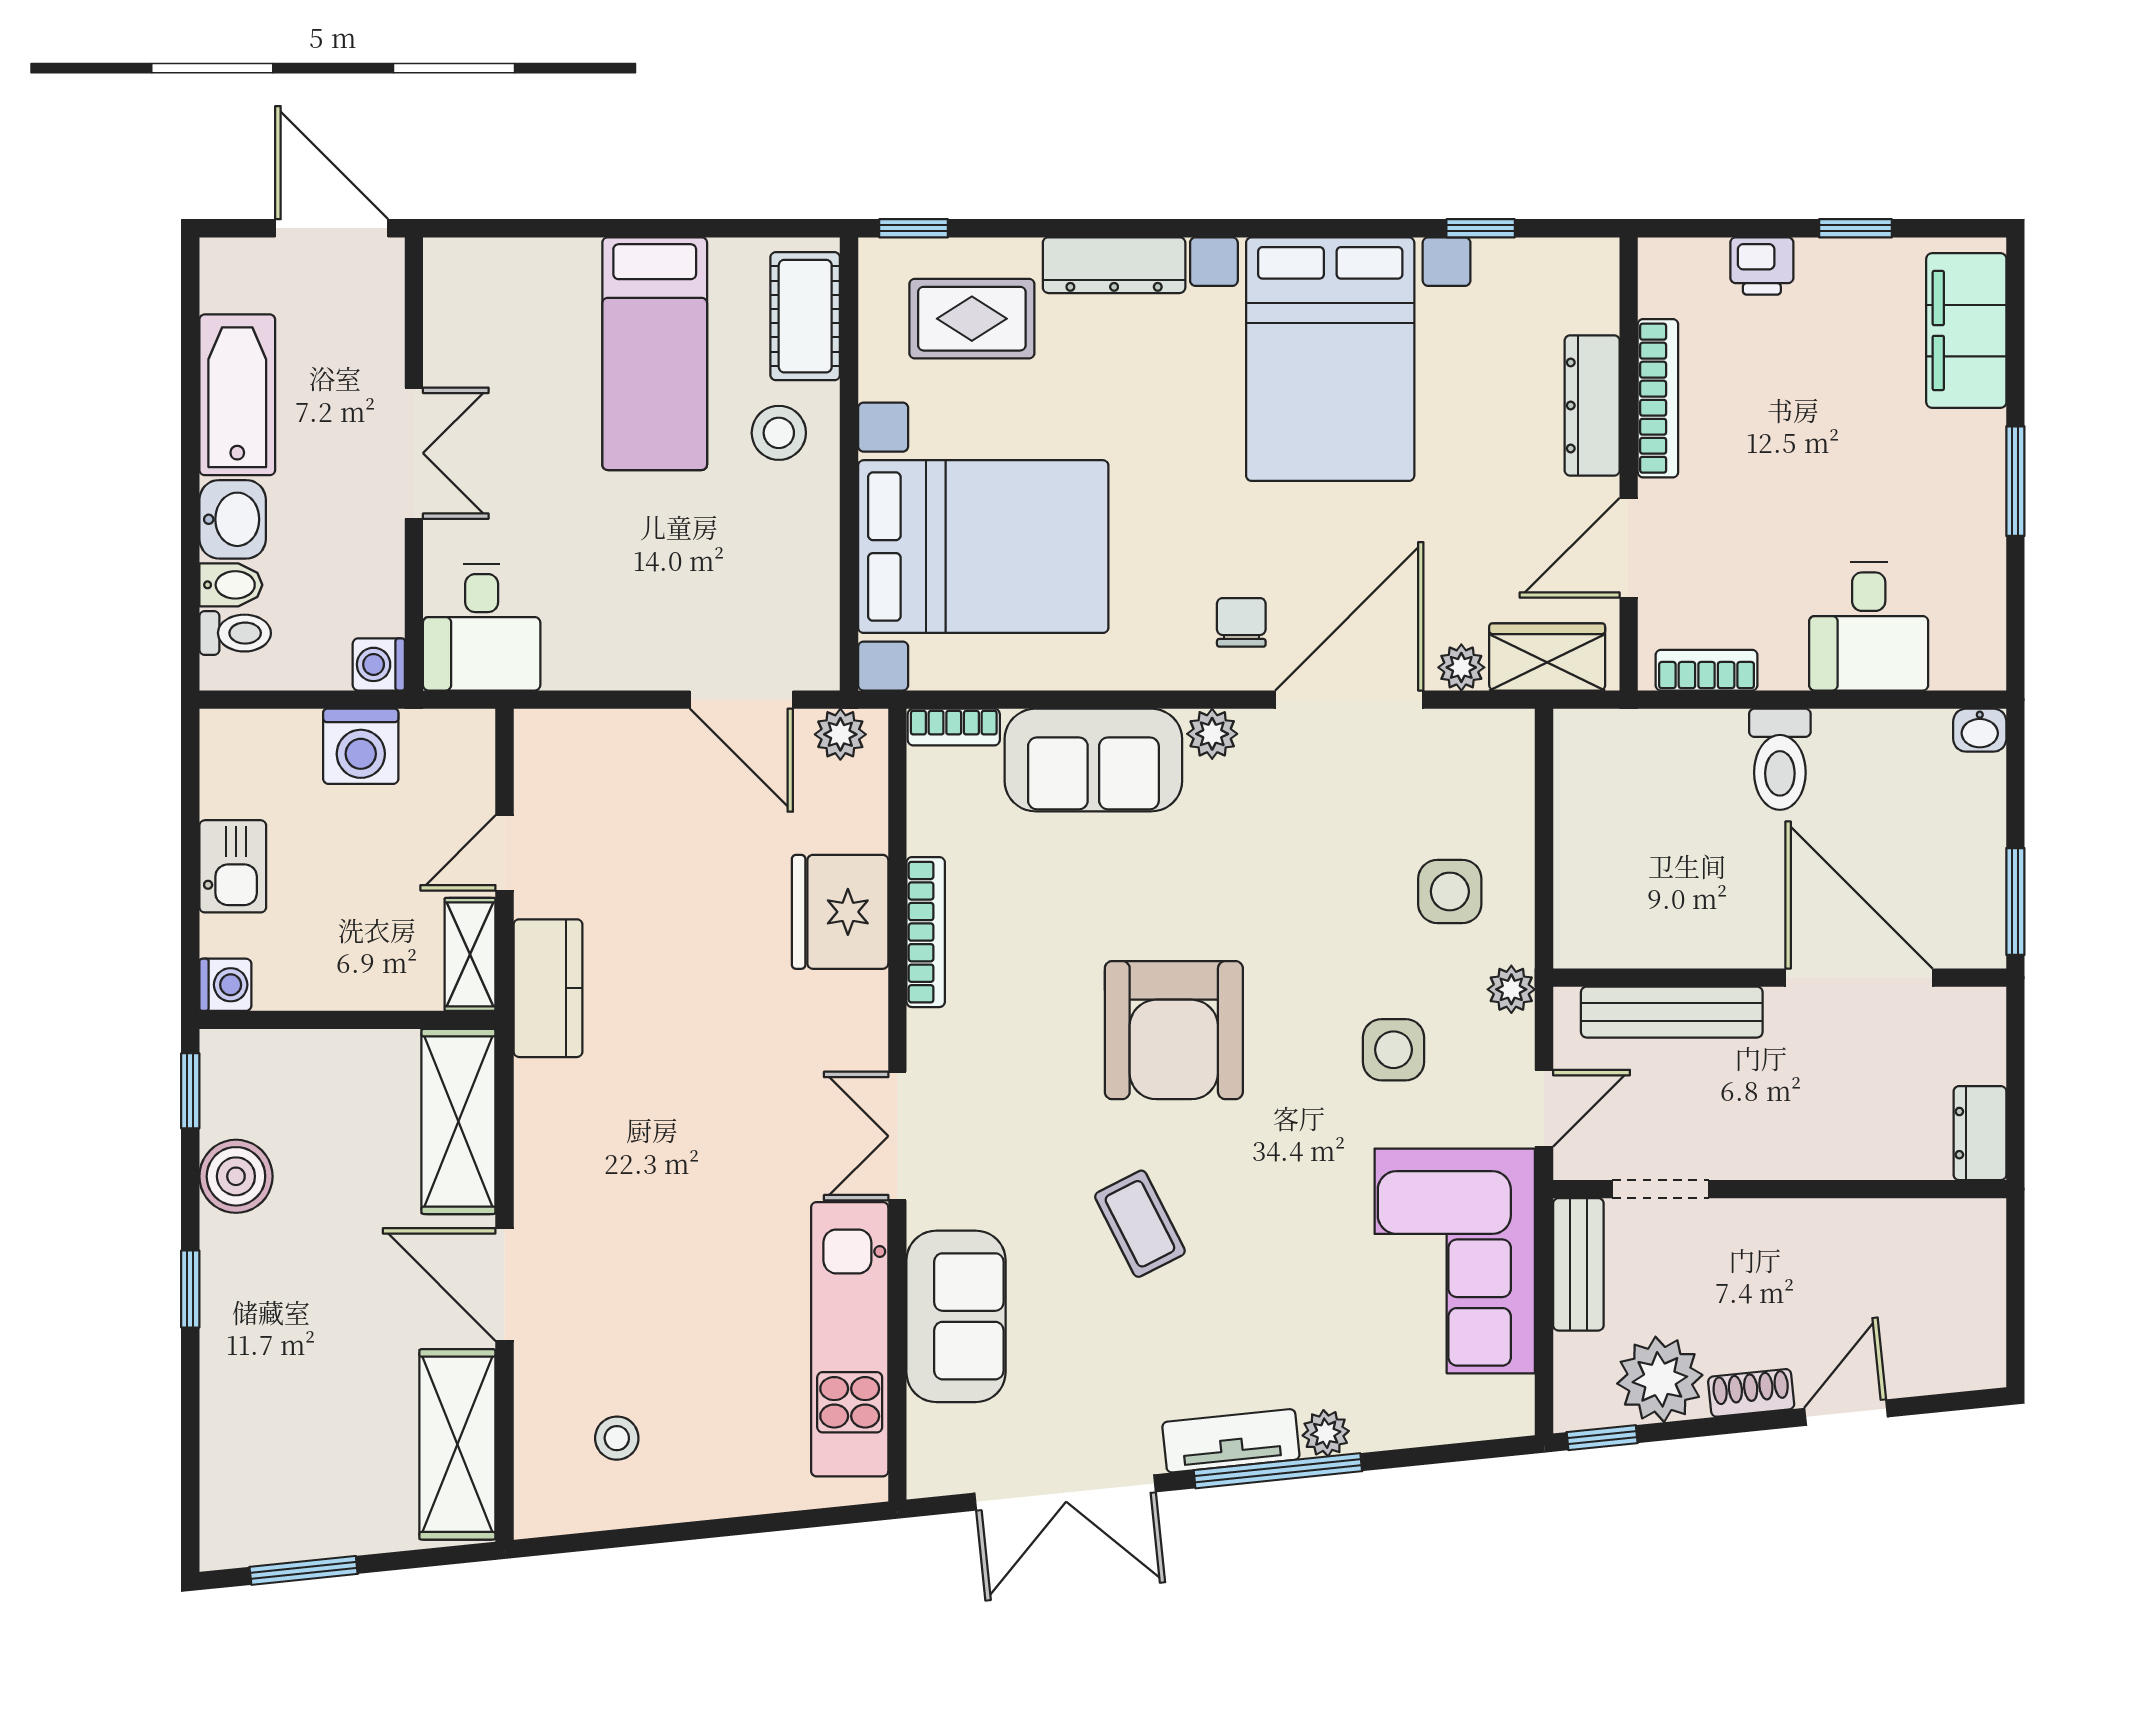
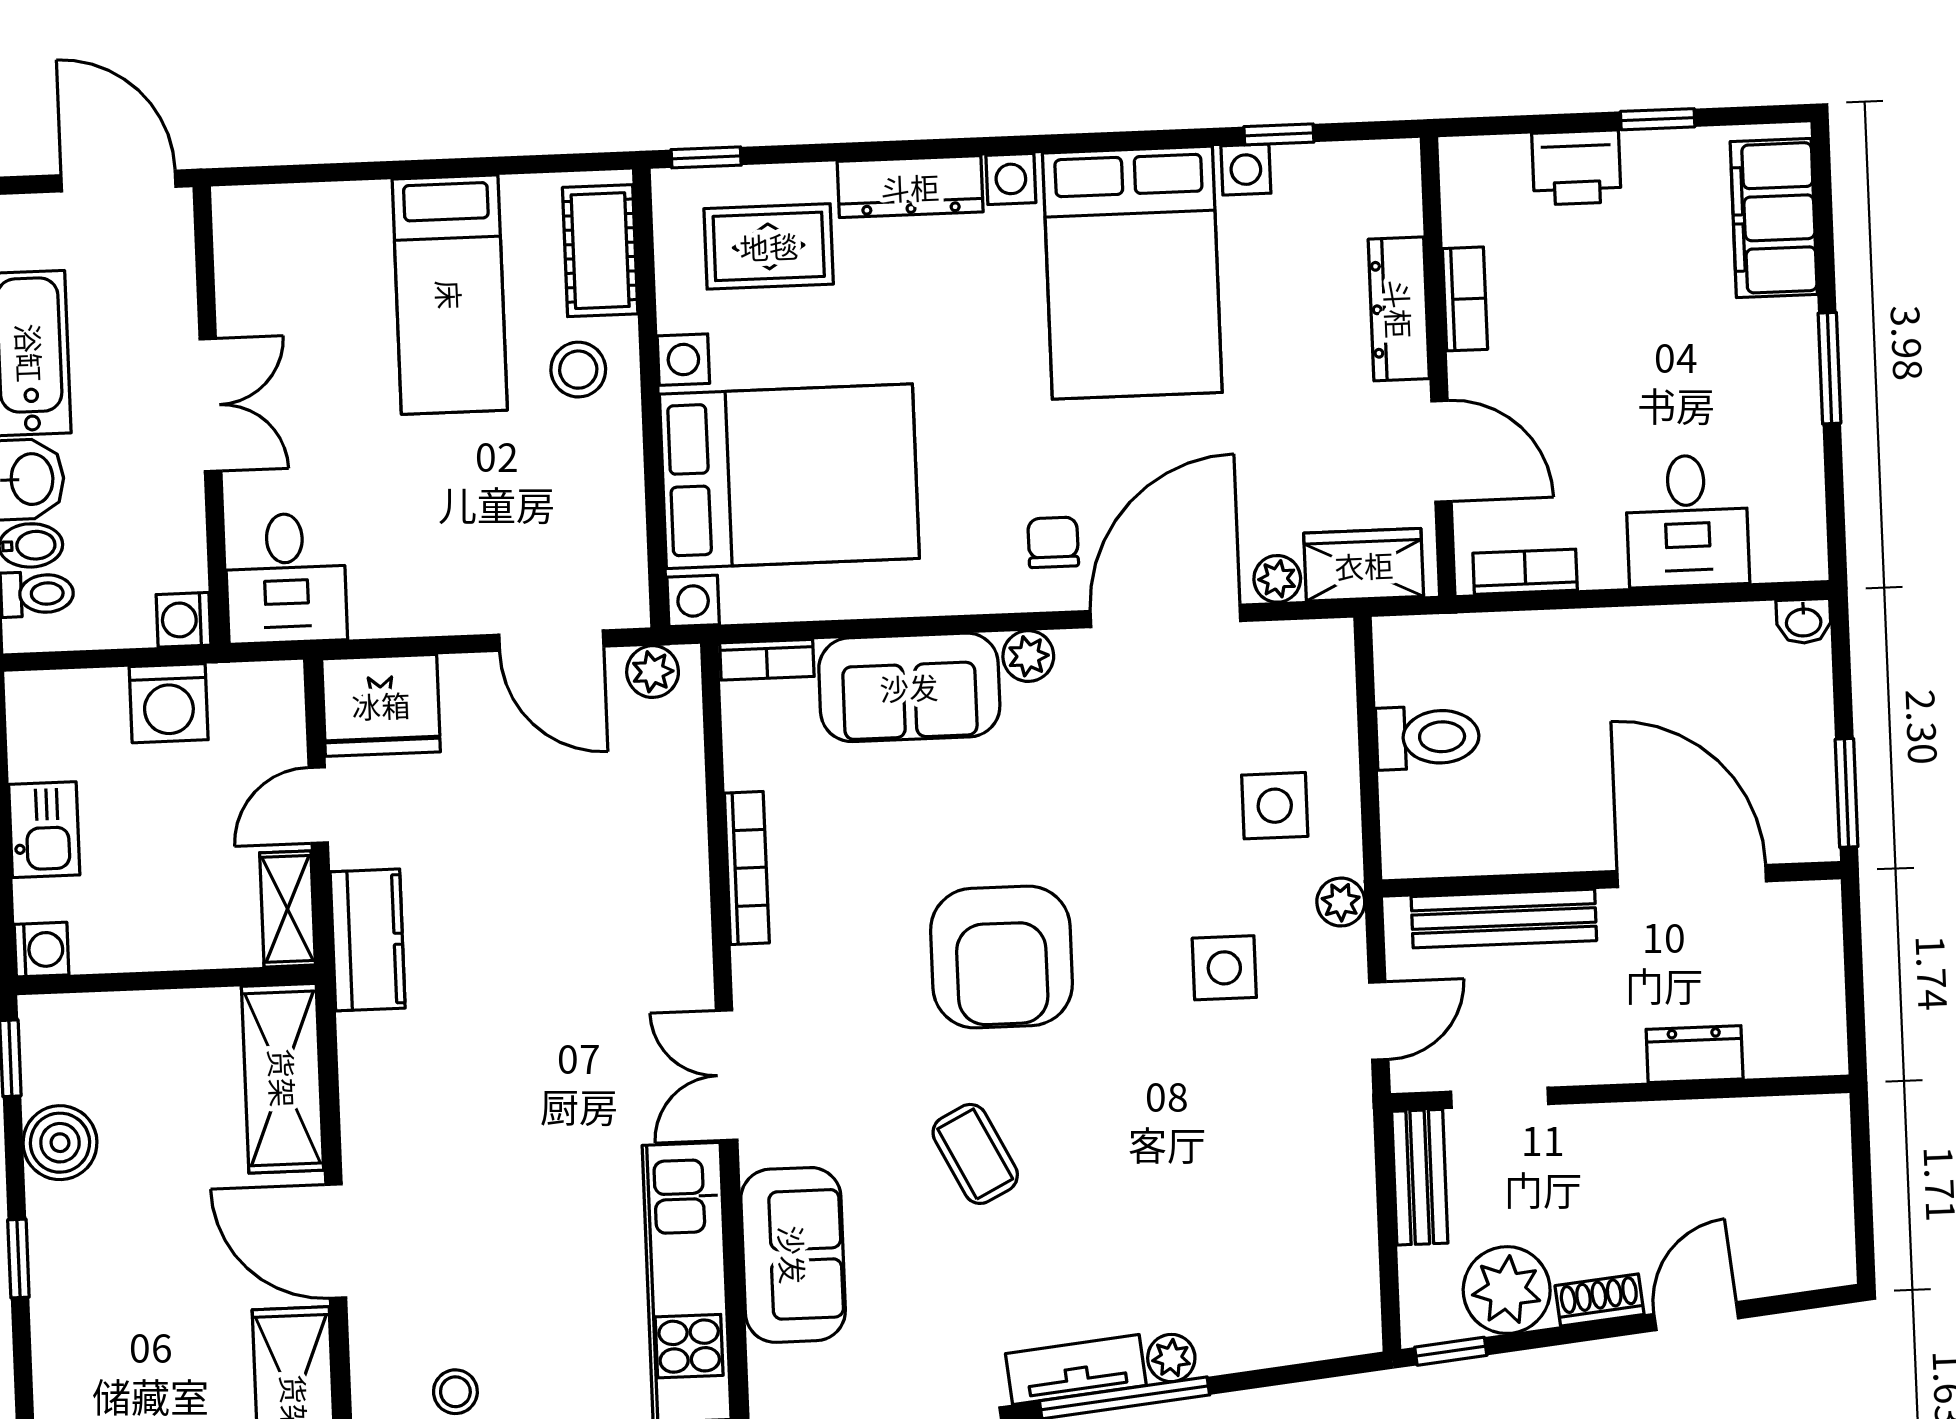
printer: (1762, 266) -> (1576, 168), width x1.36, depth x1.24
bookcase: (1658, 398) -> (1465, 299), width x0.64
door: (1629, 548) -> (1441, 451), swing flipped
toilet: (1780, 759) -> (1428, 737), moved, turned -90
fridge: (840, 912) -> (381, 705), moved, turned -90
dresser: (1980, 1133) -> (1695, 1054), moved, turned 90
corner sofa: (1455, 1261) -> (1295, 1179), removed

